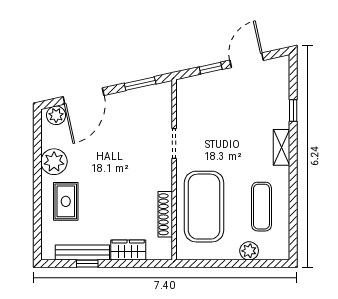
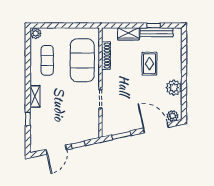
door: (84, 96) -> (156, 128), hinge flipped
rug: (66, 201) -> (149, 64), moved
plant: (249, 251) -> (36, 33), moved

